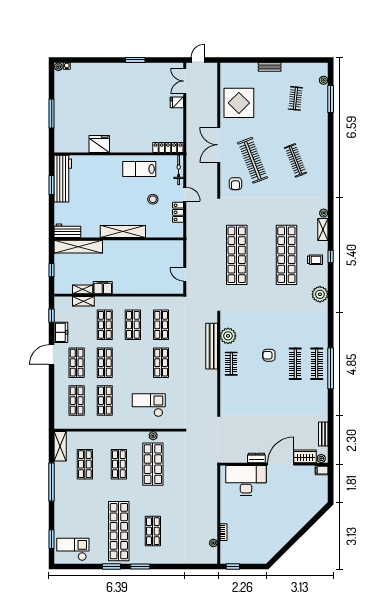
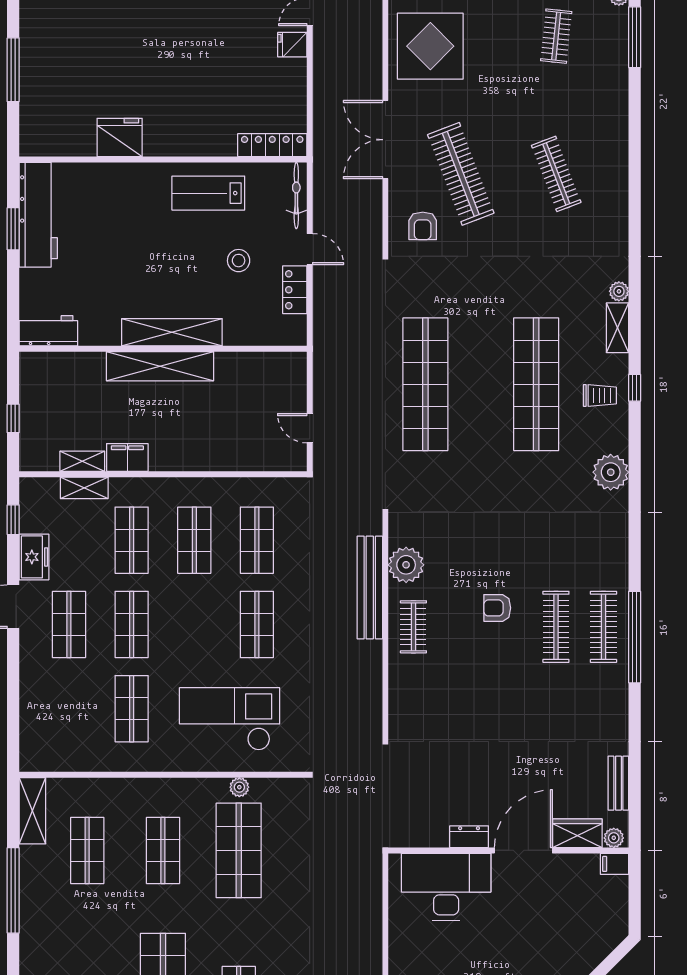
shelving: (78, 247) -> (160, 366), moved
shop shelf: (77, 401) -> (69, 709), removed
checkout: (149, 405) -> (230, 719), width x1.36, depth x1.21

